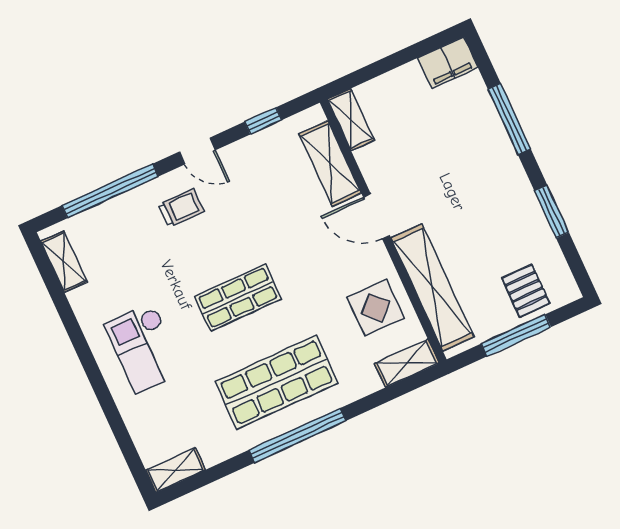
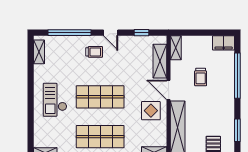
window: (509, 119) -> (237, 76), width x1.46
trolley: (432, 158) -> (201, 77), added
window: (552, 212) -> (237, 130), moved
shop shelf: (238, 298) -> (100, 97), width x1.43, depth x1.36
display table: (376, 308) -> (151, 111), moved

